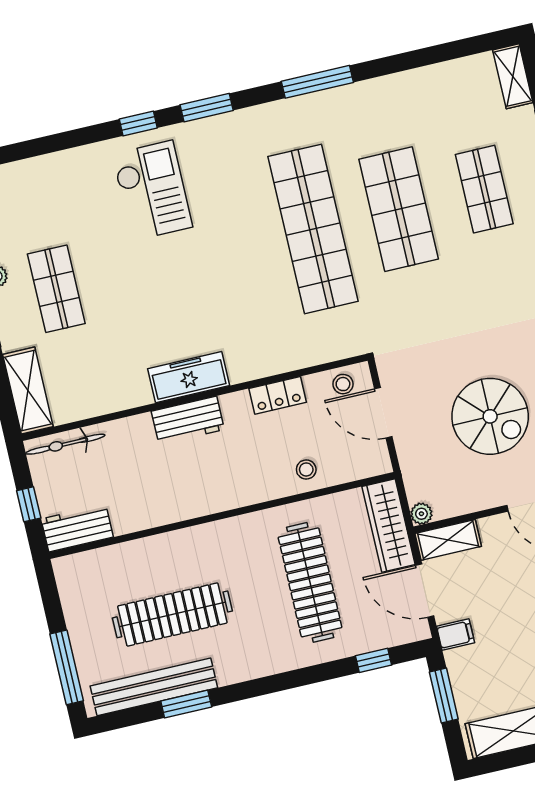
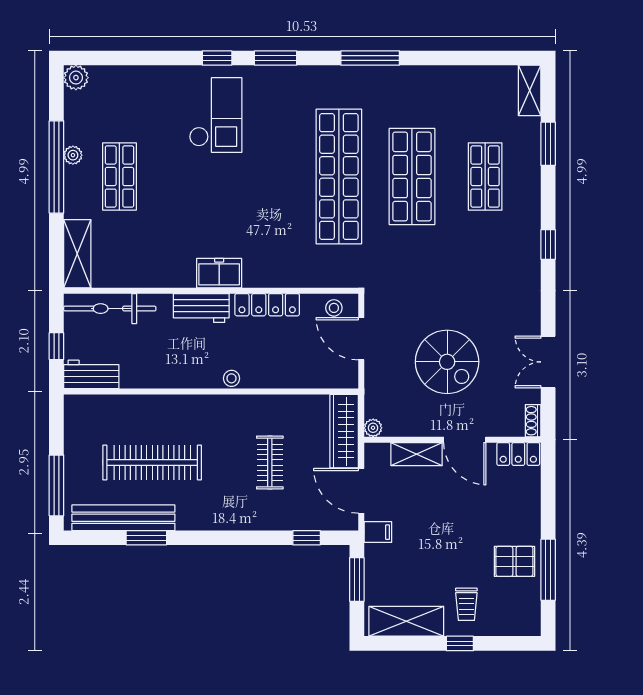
freezer: (189, 377) -> (219, 273), width x0.71
locker: (278, 395) -> (267, 305), width x1.53
bicycle: (65, 444) -> (110, 309), width x1.37, depth x1.40
stool: (306, 470) -> (232, 378), moved
shelving: (448, 540) -> (417, 454), moved
clothes rail: (310, 582) -> (270, 462), width x0.54, depth x0.76

